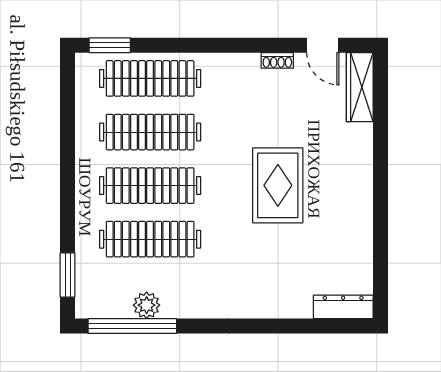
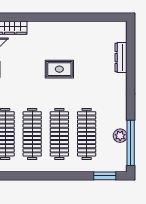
rug: (278, 185) -> (59, 69), width x0.73, depth x0.70
dresser: (343, 307) -> (121, 58), moved

